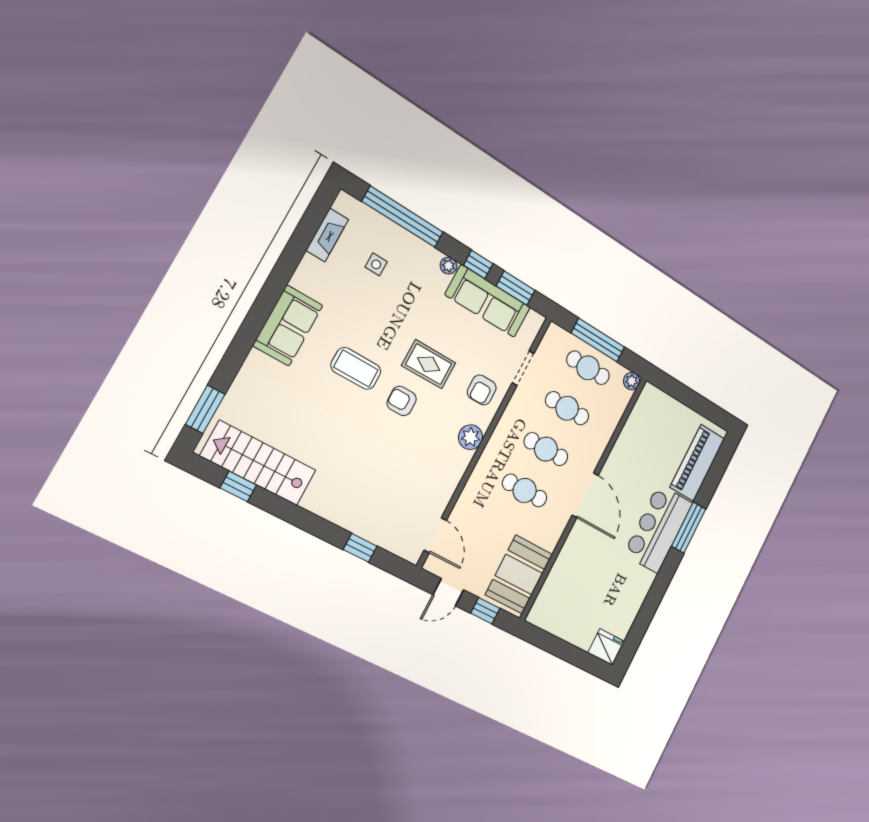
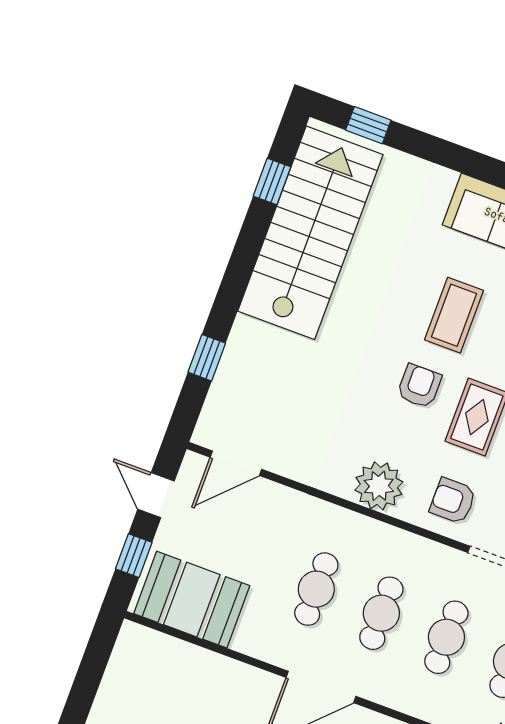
window: (205, 409) -> (368, 125), width x0.67
plant: (471, 437) -> (379, 486), width x1.36, depth x1.36
stairs: (259, 463) -> (310, 233), width x1.36, depth x1.51

